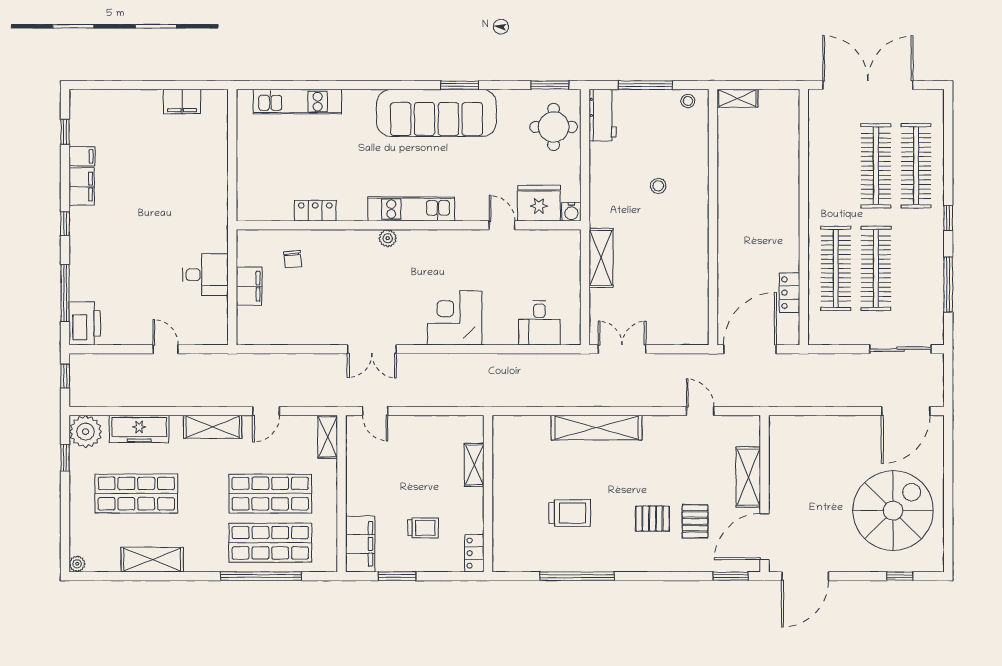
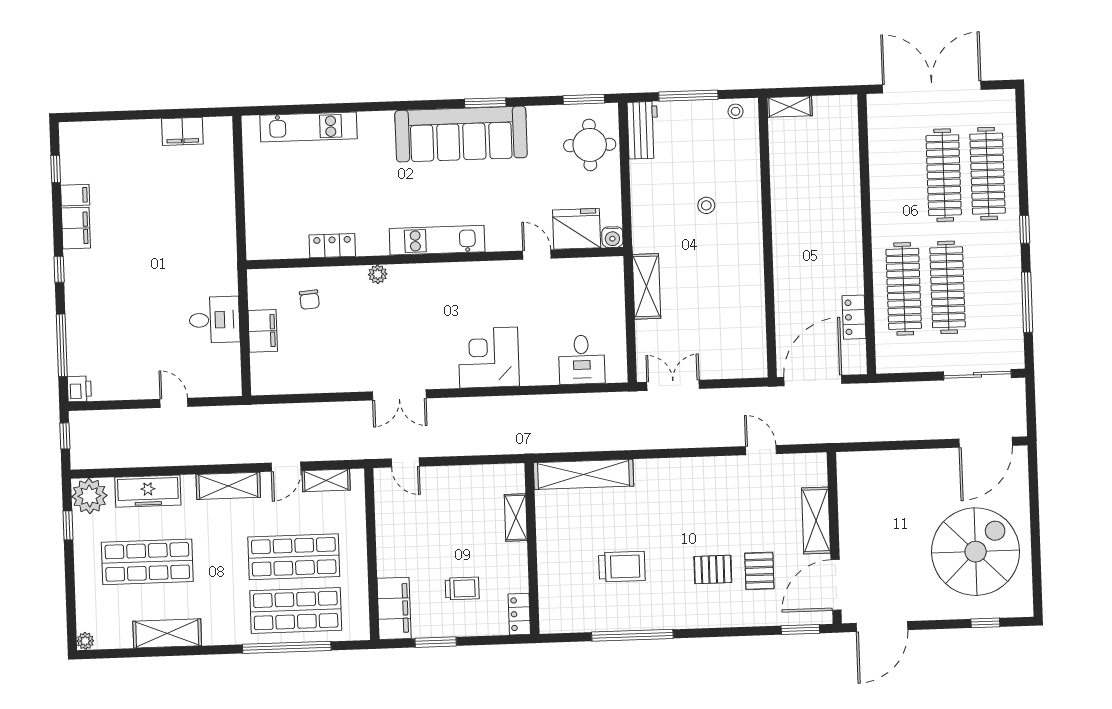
plant: (388, 238) -> (378, 274), moved
printer: (85, 323) -> (79, 389), width x0.53, depth x0.68
shelving: (597, 428) -> (584, 474), moved
shelving: (328, 437) -> (326, 480), moved, turned 90

